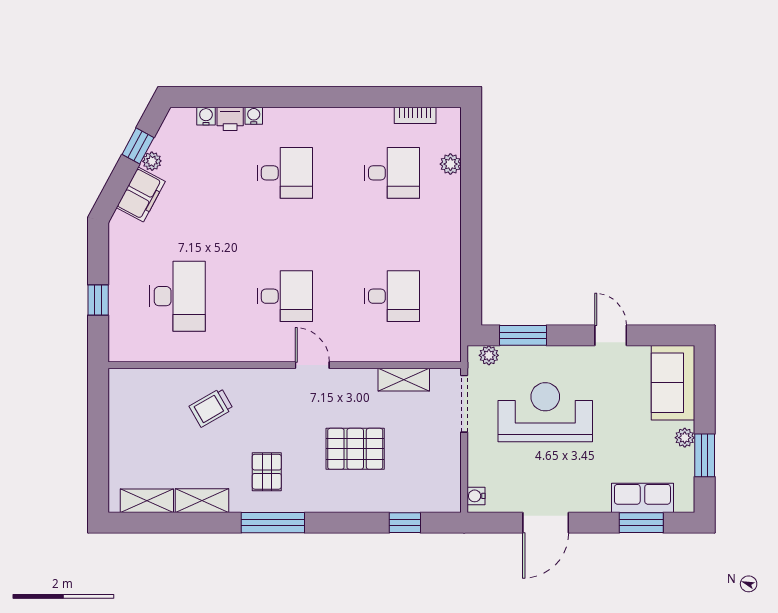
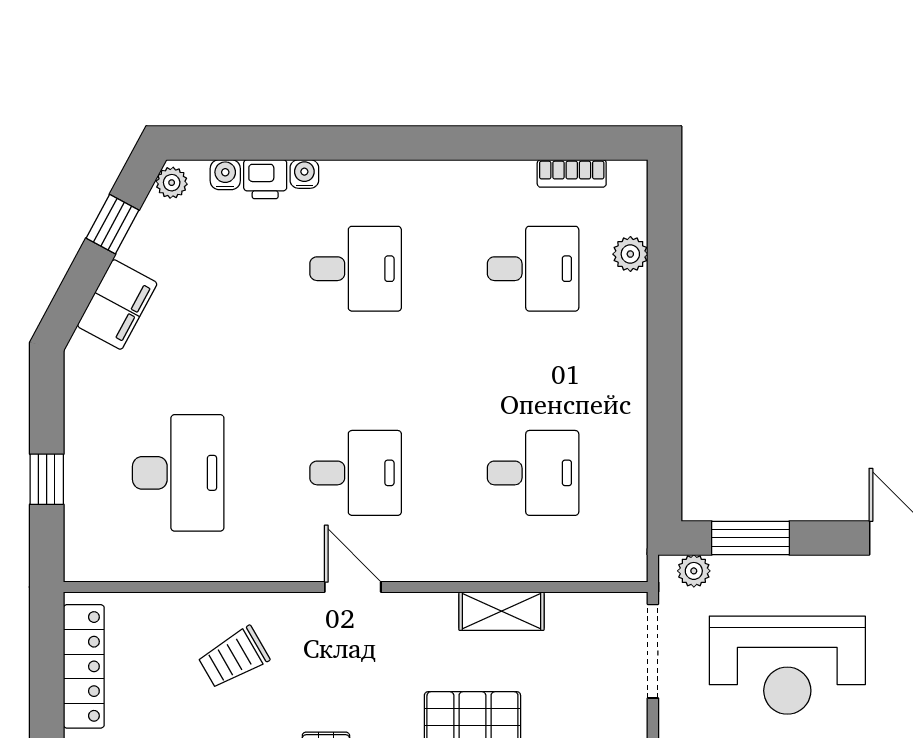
plant: (152, 161) -> (172, 183), moved
door: (312, 365) -> (353, 587), moved
shelving: (404, 380) -> (501, 611), moved
reception desk: (545, 412) -> (787, 665), turned 180
locker: (121, 413) -> (84, 666), added

